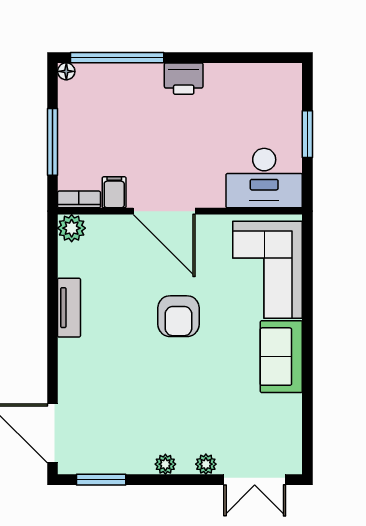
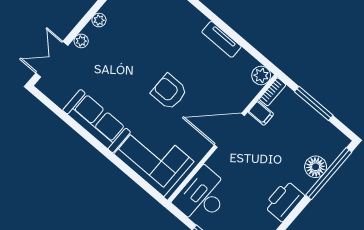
floor lamp: (66, 71) -> (316, 167), moved, width x1.89, depth x1.89
printer: (184, 79) -> (284, 201), width x1.37, depth x1.19
sofa: (281, 357) -> (97, 121), width x1.36

